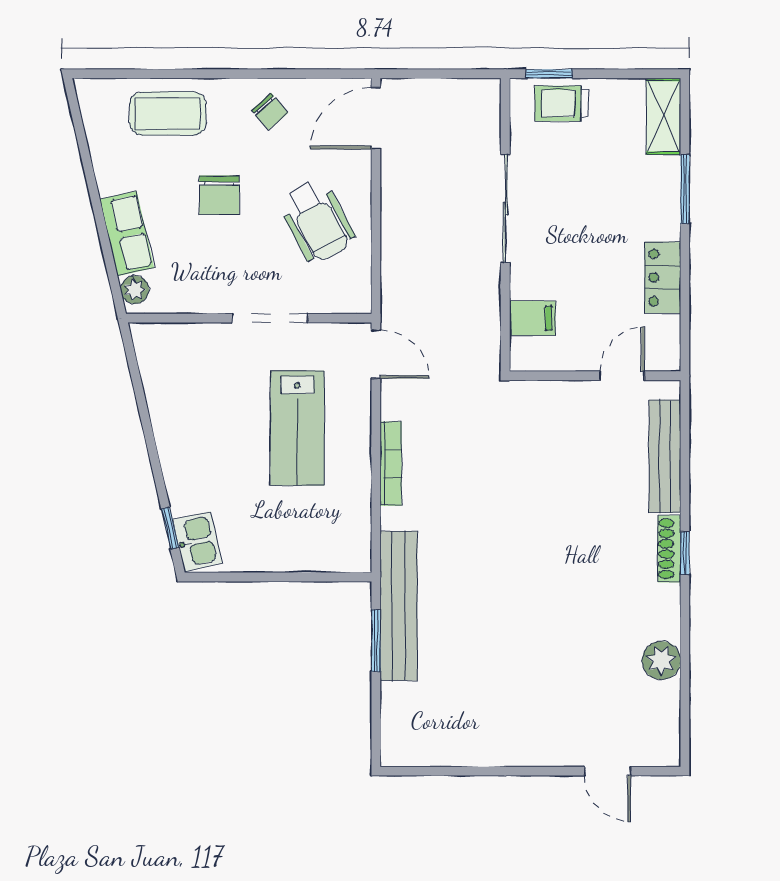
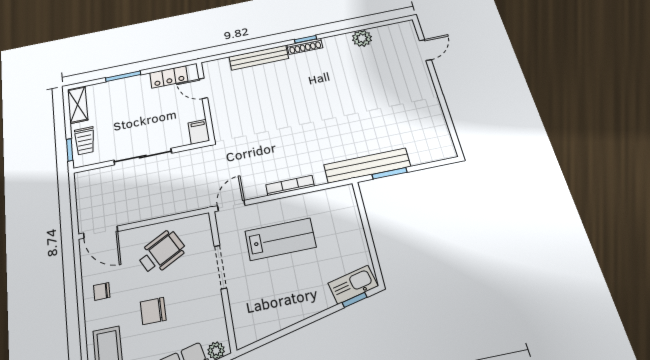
chair: (270, 112) -> (102, 291), turned -139
shelving: (663, 116) -> (78, 105), moved, turned 90
chair: (219, 195) -> (153, 311), turned 180
wall: (595, 376) -> (205, 101), moved
door: (622, 376) -> (203, 88), moved
kitchen sink: (198, 541) -> (353, 285), width x1.38

